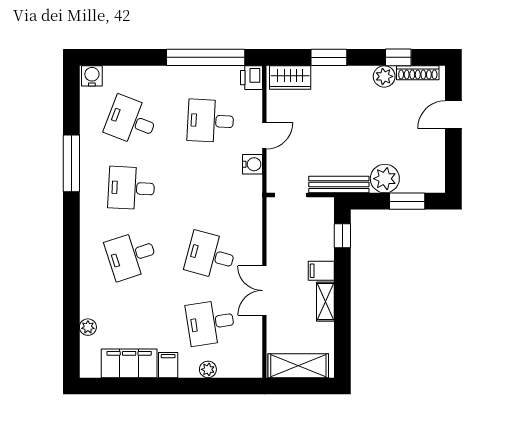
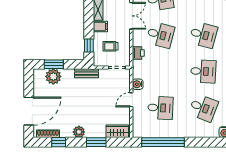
plant: (384, 76) -> (79, 132), moved
printer: (251, 78) -> (138, 53), moved
door: (453, 115) -> (29, 111), width x1.87
plant: (385, 179) -> (53, 76), moved
bench: (339, 185) -> (86, 73), width x0.73
trolley: (303, 234) -> (110, 46), added
desk: (131, 255) -> (203, 35), turned 33

